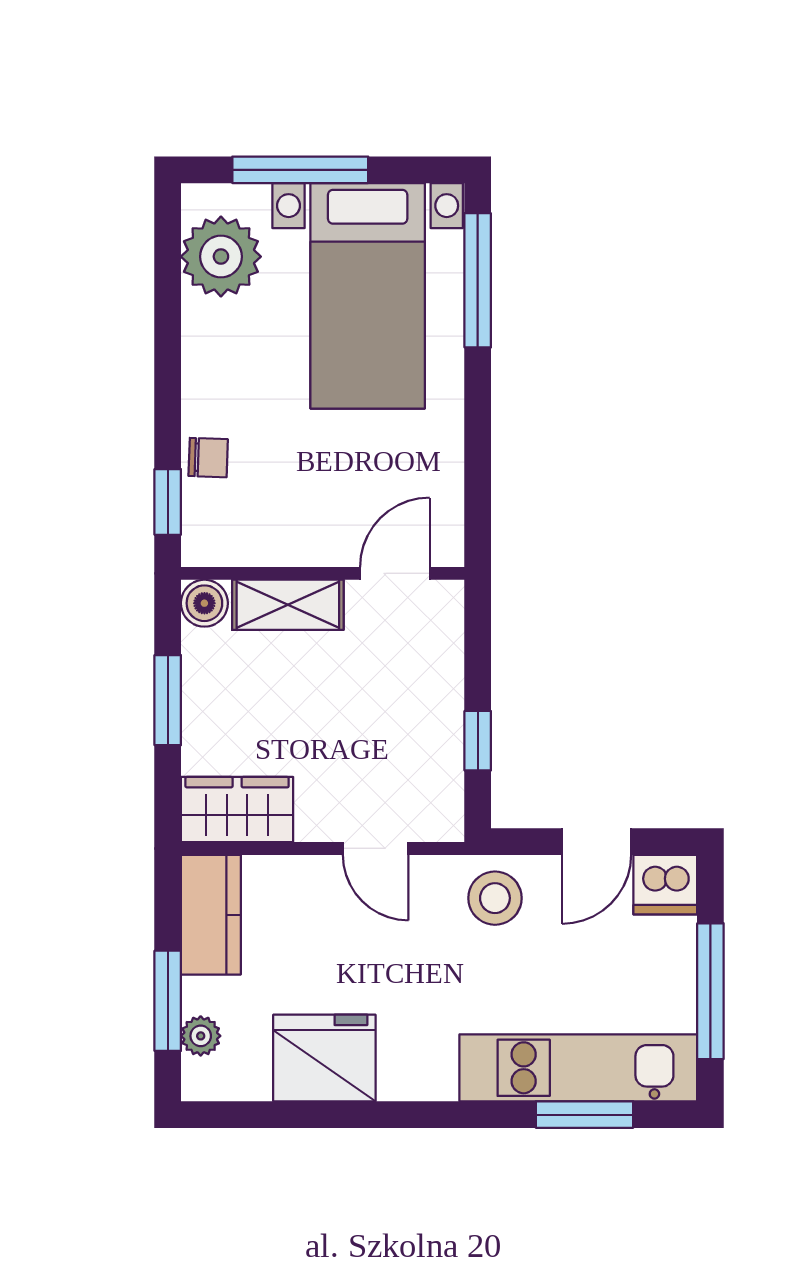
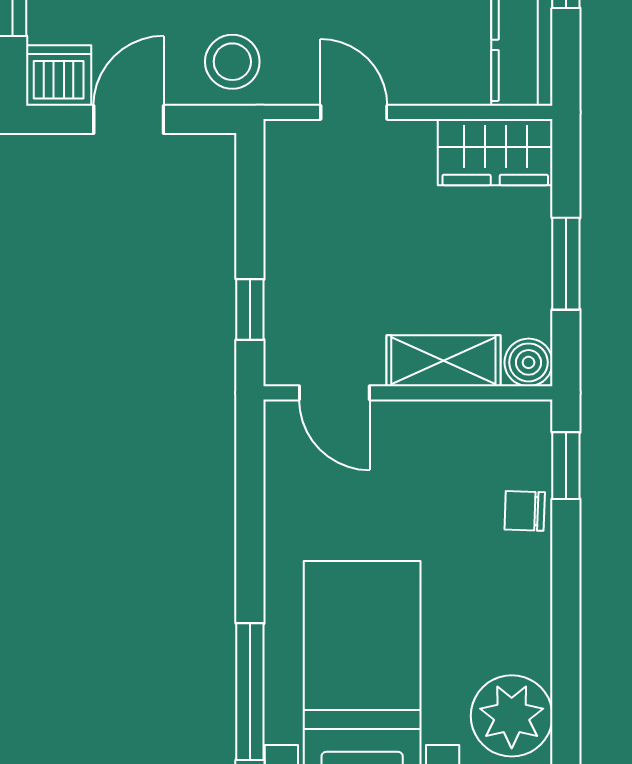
door: (395, 573) -> (334, 393), hinge flipped
window: (478, 741) -> (250, 309), moved

